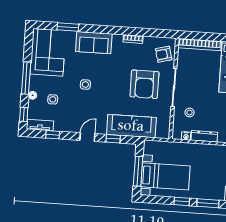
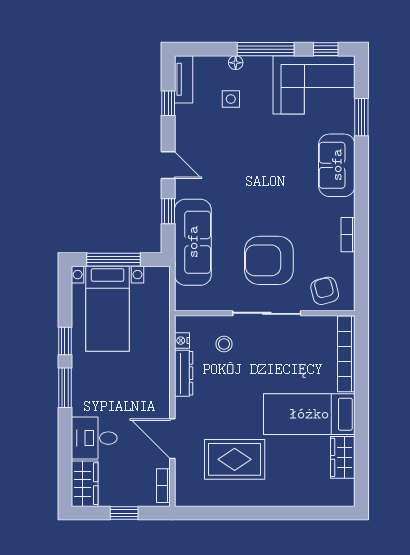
side table: (85, 84) -> (261, 155), removed
window: (24, 115) -> (326, 49), moved

